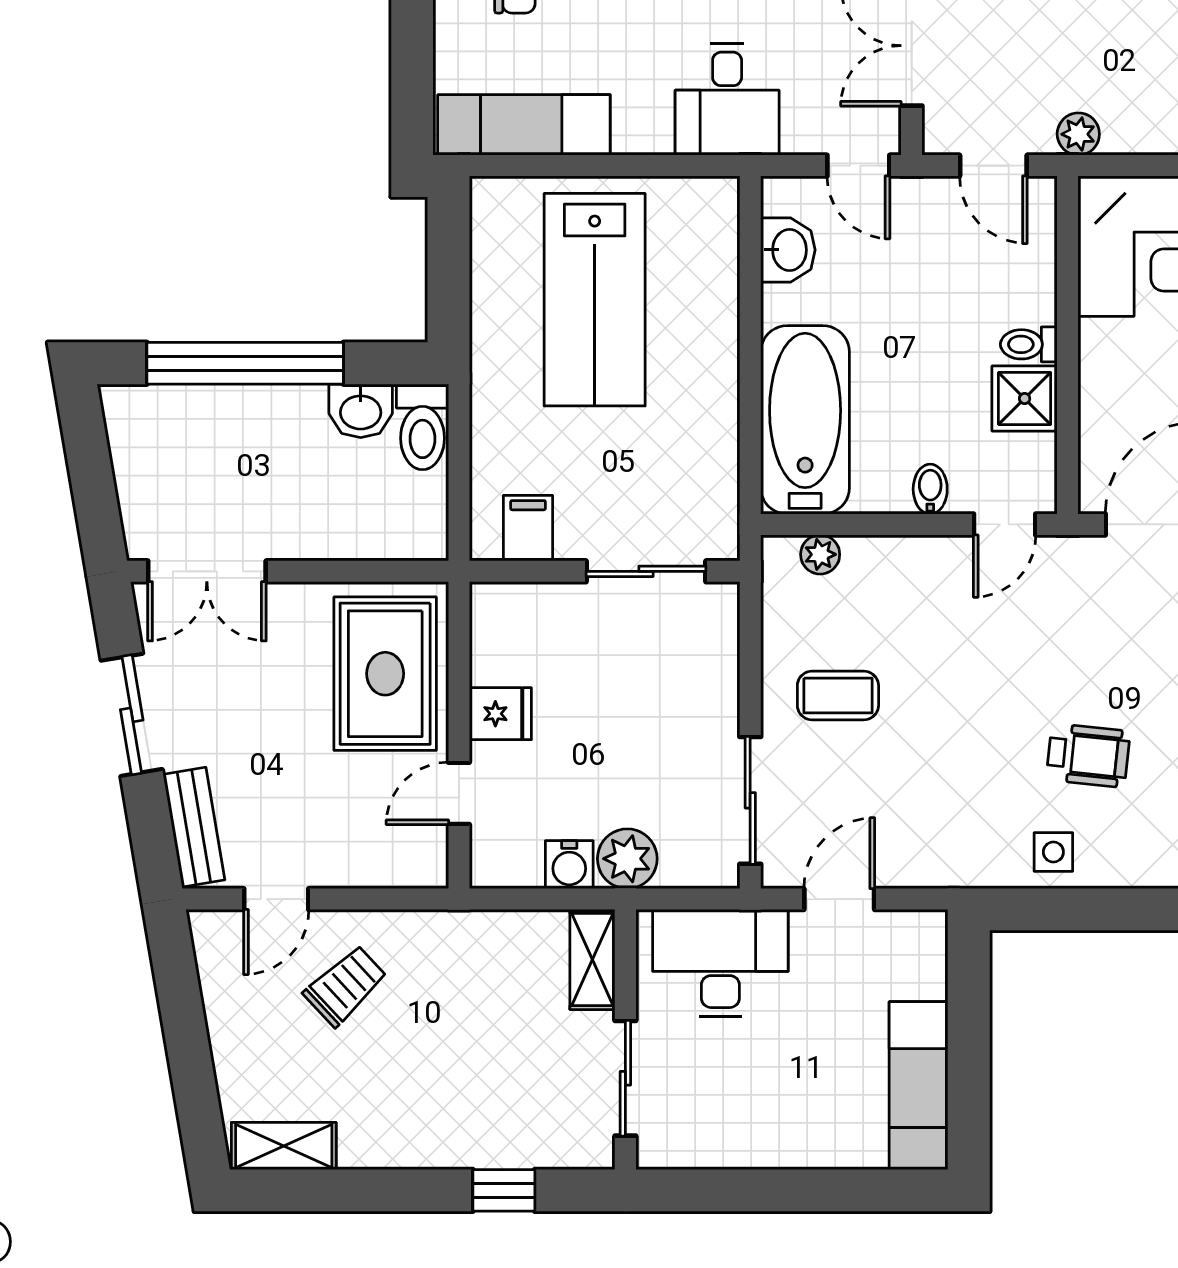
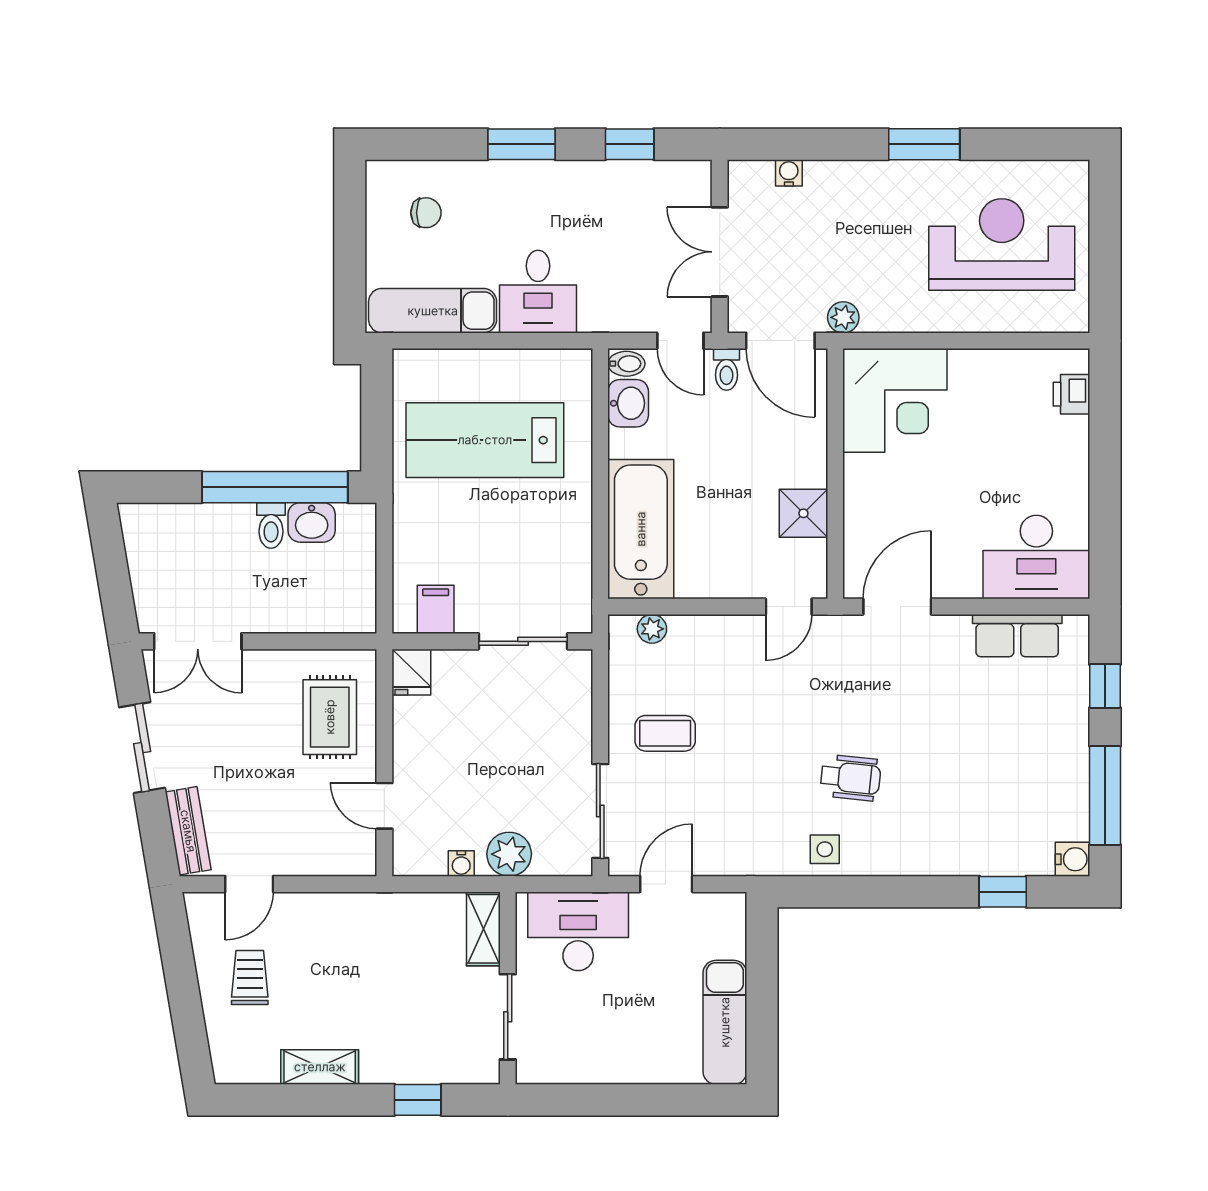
desk: (727, 99) -> (538, 292), moved
door: (993, 166) -> (780, 341), width x1.38
lab bench: (595, 300) -> (485, 440), turned 90
toilet: (1029, 344) -> (726, 369), moved, turned -90
window: (245, 363) -> (275, 487), moved
toilet: (422, 427) -> (271, 525), moved, width x0.73, depth x0.72
bidet: (930, 489) -> (626, 364), moved, turned 90
rug: (385, 674) -> (330, 717), width x0.73, depth x0.70
fridge: (500, 714) -> (411, 672), moved, turned 90
door: (459, 793) -> (384, 806), hinge flipped
water cooler: (569, 865) -> (461, 864), width x0.72, depth x0.72
trolley: (345, 986) -> (250, 978), moved, turned -47
shelving: (284, 1146) -> (320, 1067), moved

